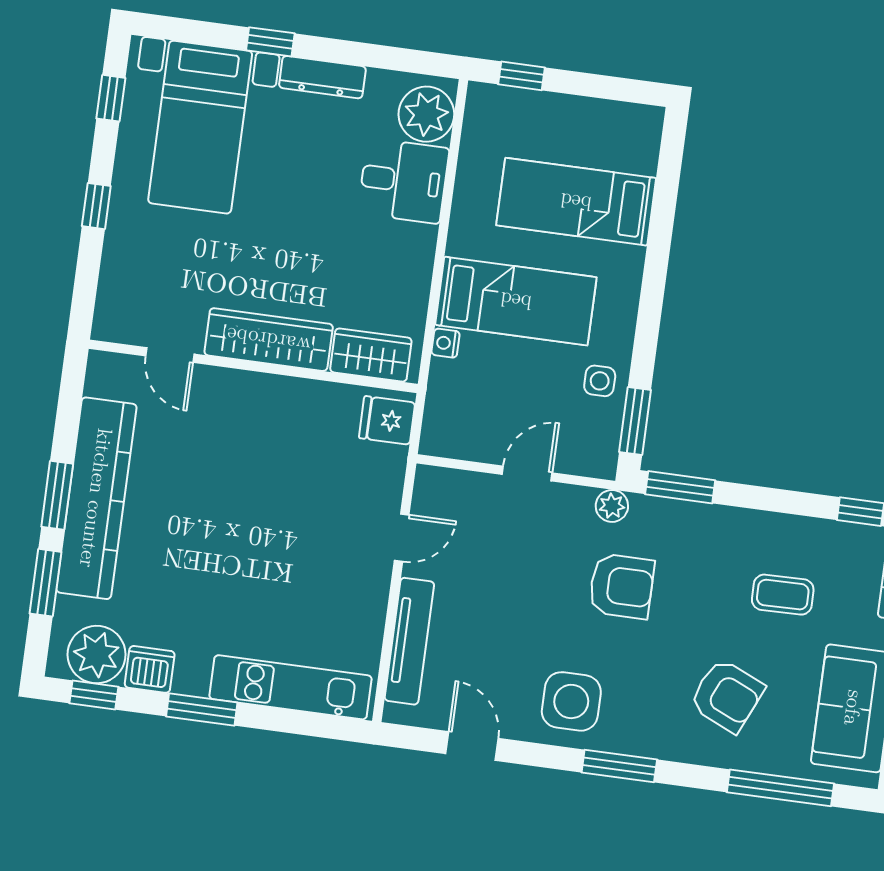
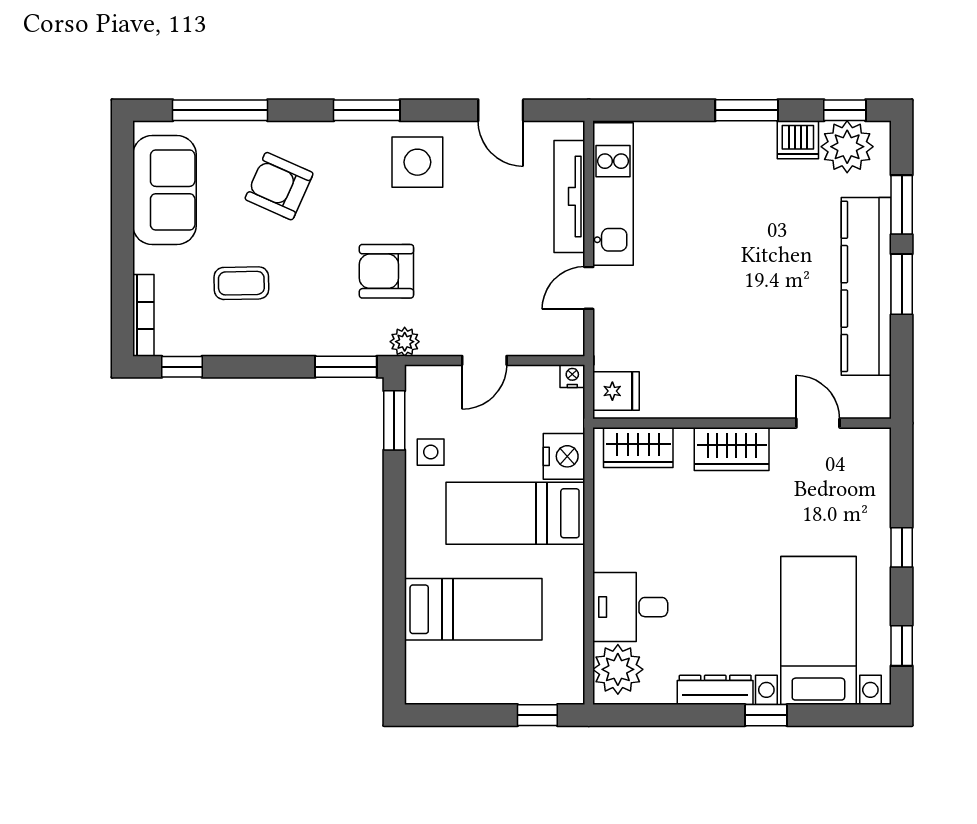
wardrobe: (269, 340) -> (732, 449), width x0.67
nightstand: (446, 343) -> (564, 456), width x1.89, depth x1.79
nightstand: (433, 443) -> (572, 376), added
kitchen unit: (291, 687) -> (613, 194), moved, turned -90

